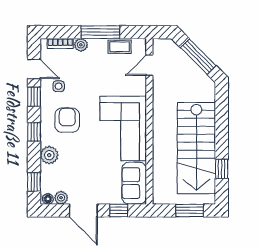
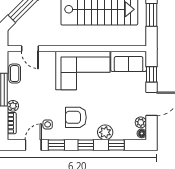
window: (34, 182) -> (116, 145), moved

